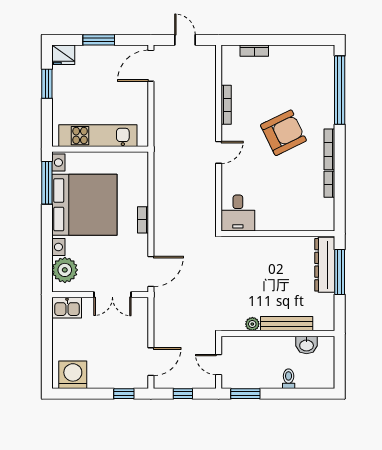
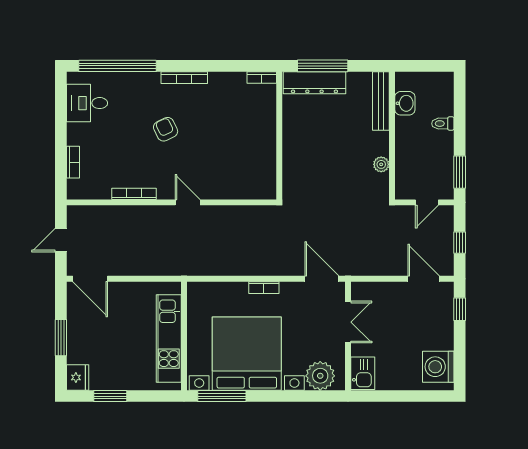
armchair: (283, 133) -> (166, 129), width x0.53, depth x0.53
bookcase: (329, 184) -> (262, 78), moved
desk: (238, 213) -> (87, 103), moved, turned 180
bench: (287, 324) -> (381, 101), moved

